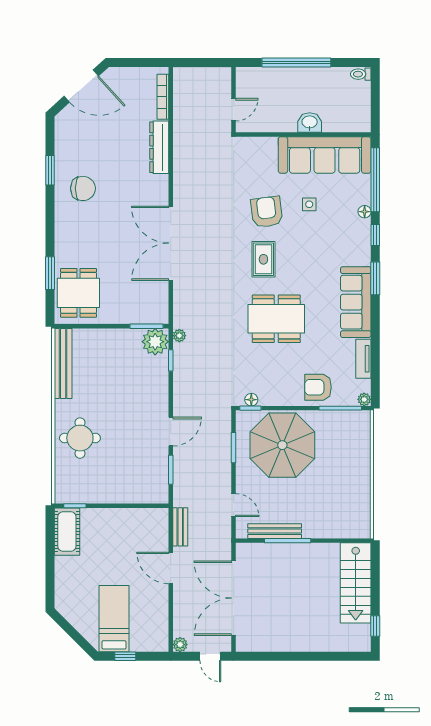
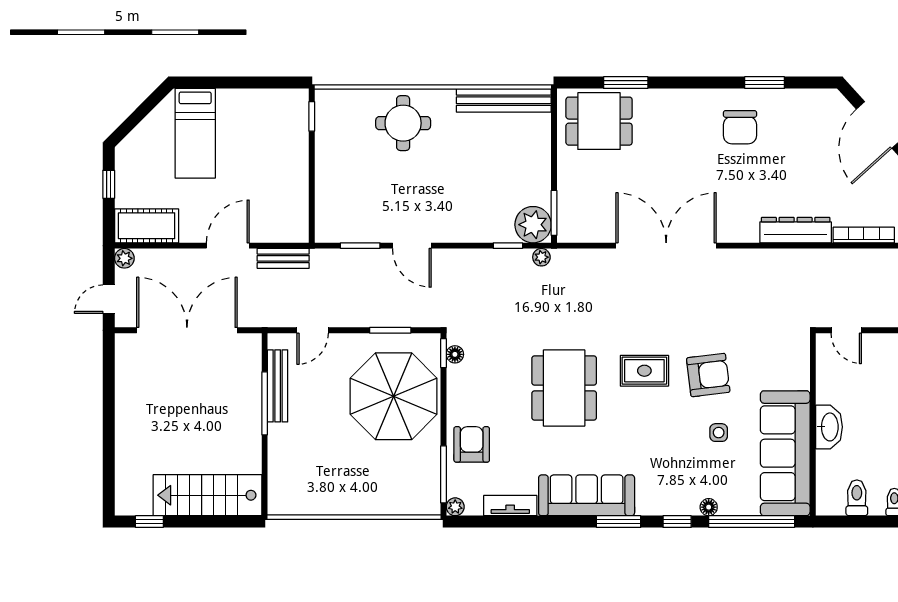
toilet: (358, 102) -> (857, 498), added
washbasin: (310, 122) -> (829, 427), width x1.38
cot: (67, 532) -> (147, 226), moved
bed: (114, 619) -> (195, 133), moved, turned 90

